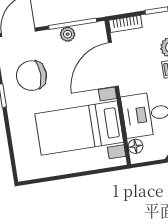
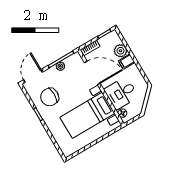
door: (113, 64) -> (92, 73), swing flipped

